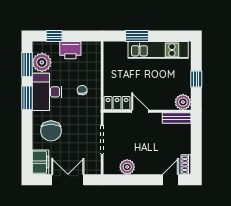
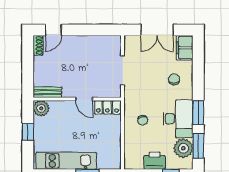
chair: (51, 131) -> (174, 79), width x0.54, depth x0.54
plant: (127, 167) -> (97, 43), removed

